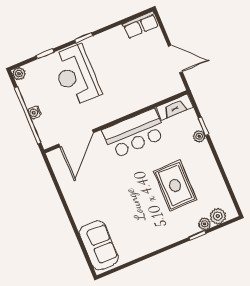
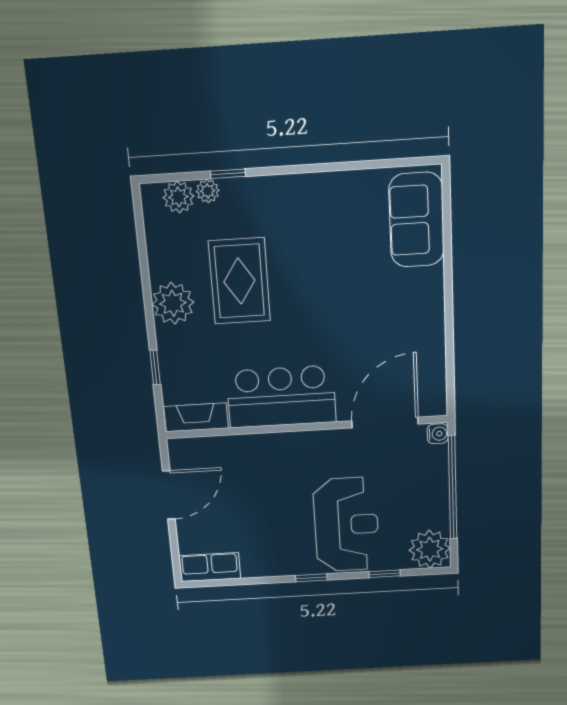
door: (175, 59) -> (169, 495), swing flipped
plant: (19, 74) -> (430, 549), width x1.88, depth x1.88
water cooler: (34, 112) -> (438, 434), moved
plant: (199, 136) -> (173, 303), moved, width x1.88, depth x1.88

